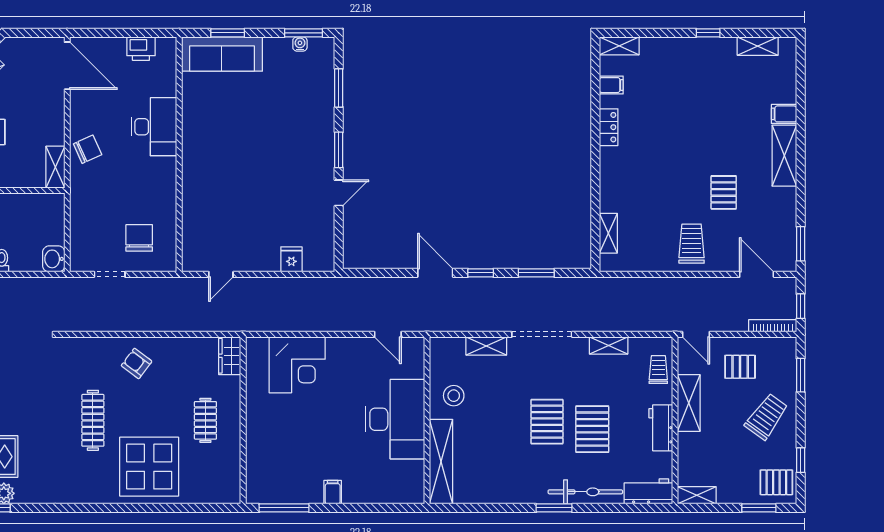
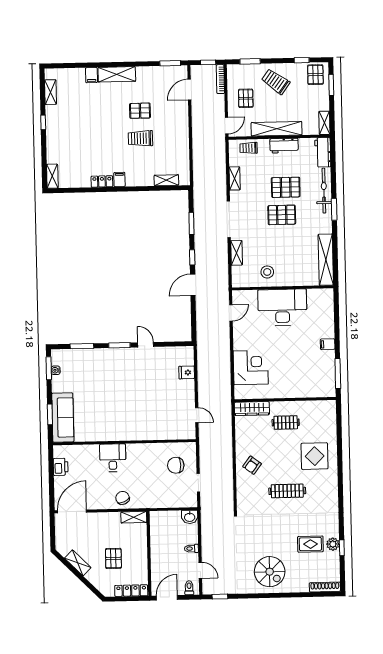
filing cabinet: (611, 85) -> (119, 179), moved
desk: (154, 127) -> (113, 458), width x0.73
trolley: (692, 244) -> (140, 138), moved
wardrobe: (230, 356) -> (252, 409), width x1.50
shelving: (689, 403) -> (277, 129), width x1.47
shelving: (441, 462) -> (326, 260), moved, turned 90
display table: (149, 467) -> (315, 456), width x0.73, depth x0.73

